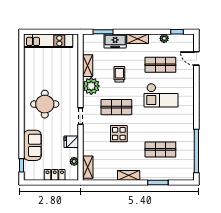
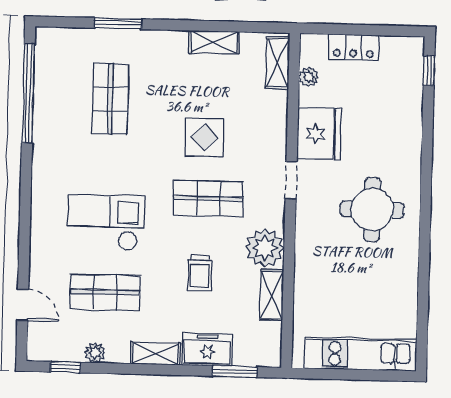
fridge: (71, 142) -> (319, 134), width x1.88, depth x1.34
sofa: (32, 145) -> (403, 116), removed
shop shelf: (160, 149) -> (110, 99), turned 90
shelving: (129, 175) -> (214, 42), moved

